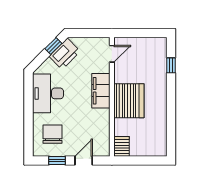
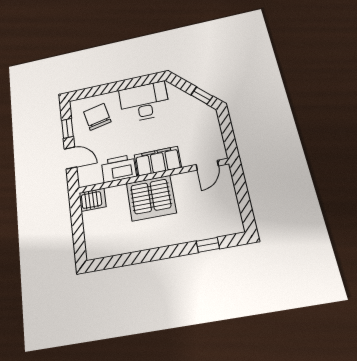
printer: (65, 54) -> (119, 168), moved, turned 135
door: (112, 54) -> (207, 165), hinge flipped
chair: (52, 134) -> (97, 117), turned -102

